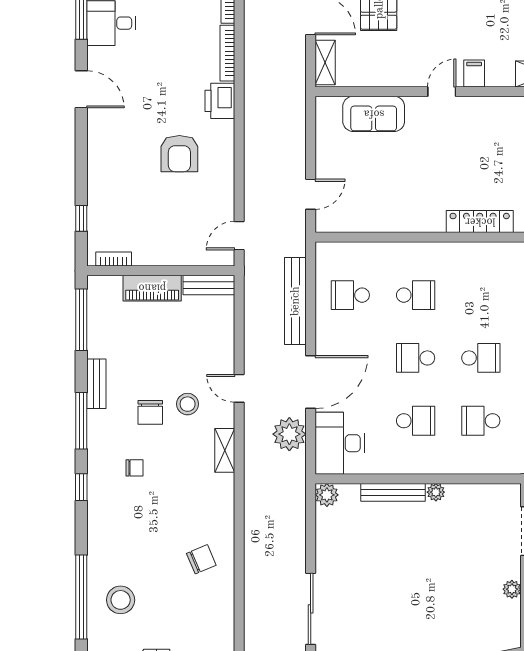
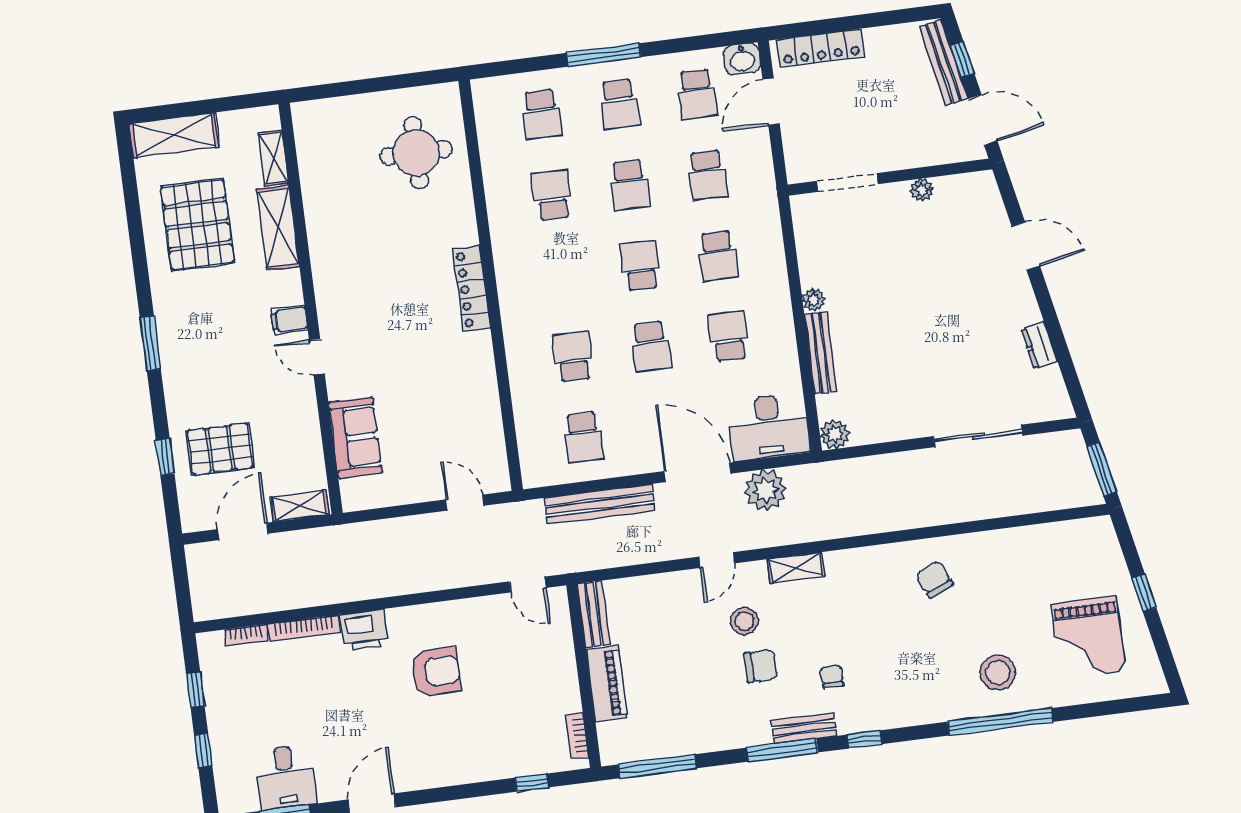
bench: (96, 384) -> (804, 728), moved

